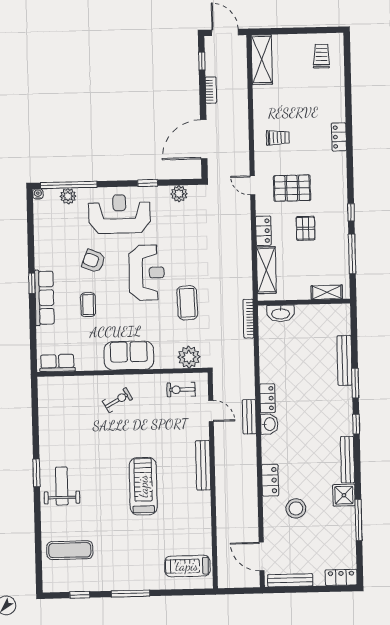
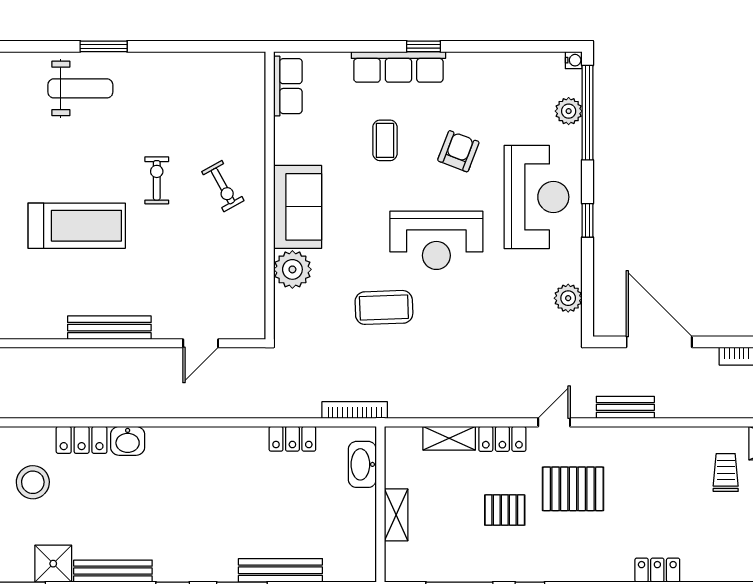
trolley: (278, 138) -> (726, 473), moved, turned 180
window: (148, 183) -> (587, 220), moved
door: (253, 185) -> (554, 422), moved
pallet: (292, 188) -> (573, 489), turned 90
shelving: (266, 270) -> (449, 438), width x0.67, depth x0.75
shelving: (327, 292) -> (396, 515), moved
coffee table: (88, 305) -> (385, 140), turned 90
plant: (189, 357) -> (292, 269), moved
exercise bike: (181, 390) -> (157, 180), moved
locker: (267, 398) -> (292, 439), moved
bench: (249, 417) -> (625, 407), moved
washbasin: (269, 424) -> (128, 441), moved

